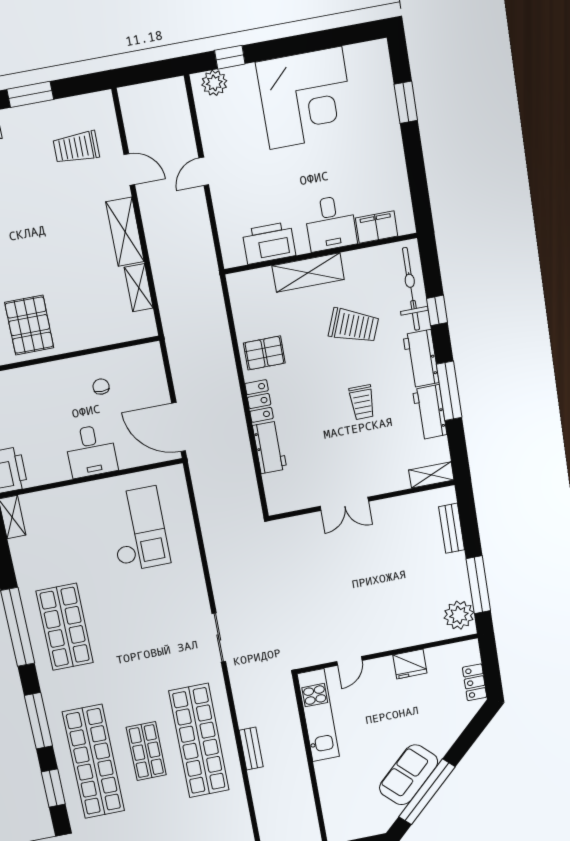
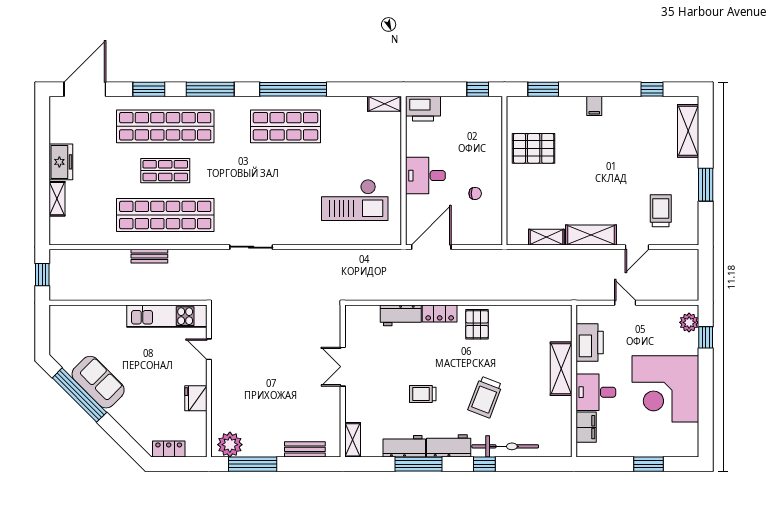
desk: (330, 223) -> (596, 392), moved
filing cabinet: (377, 227) -> (586, 427), moved
printer: (269, 243) -> (590, 343), moved
wall: (321, 254) -> (574, 381), moved
shelving: (308, 273) -> (561, 369), moved

